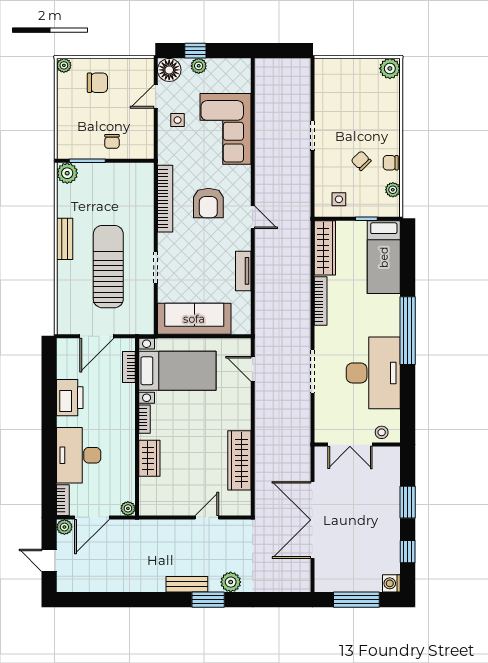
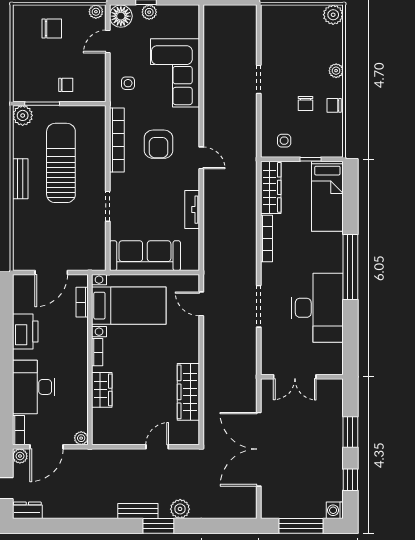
plant: (64, 65) -> (96, 12), moved
side table: (178, 120) -> (128, 83), moved
chair: (112, 141) -> (66, 85), turned -90
chair: (361, 161) -> (306, 103), turned -136
plant: (393, 190) -> (336, 71), moved
sun lounger: (108, 267) -> (61, 163), moved
stool: (382, 432) -> (325, 365), removed
dresser: (72, 583) -> (27, 510), added

